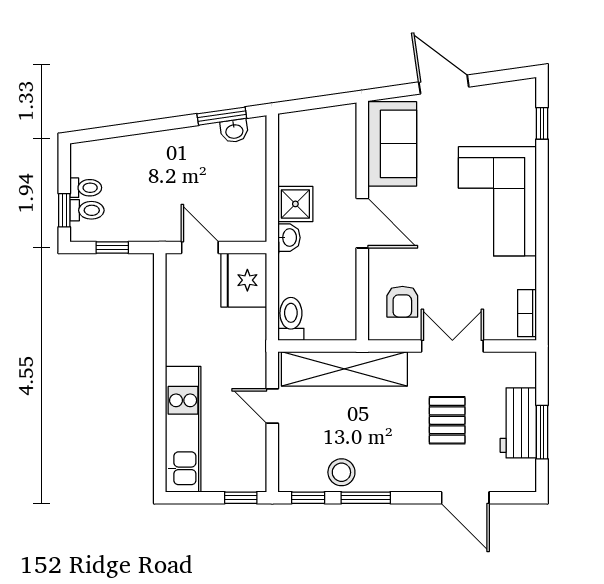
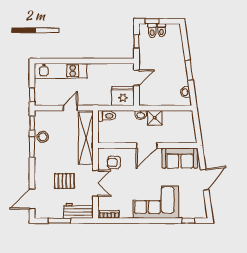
window: (222, 116) -> (189, 70), moved
workbench: (518, 423) -> (78, 211), moved
door: (465, 498) -> (32, 199), moved

